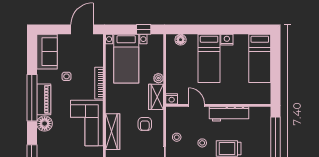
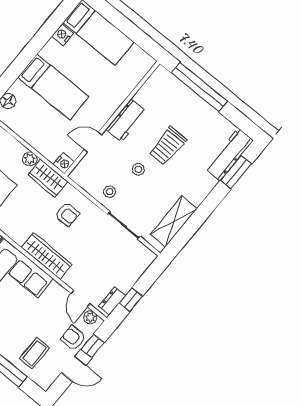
nightstand: (227, 40) -> (63, 35), moved
workbench: (229, 114) -> (126, 120), width x0.73

